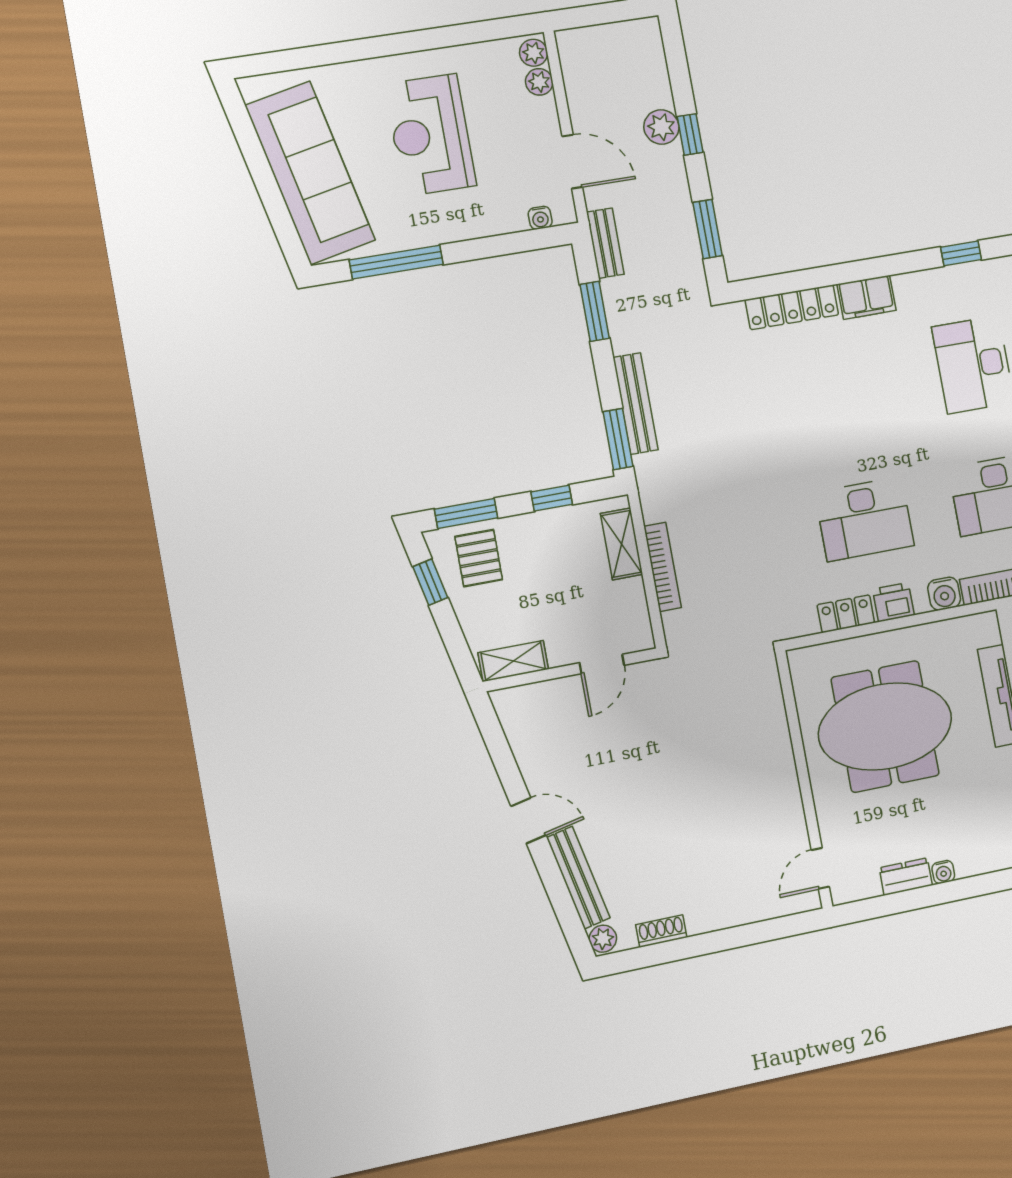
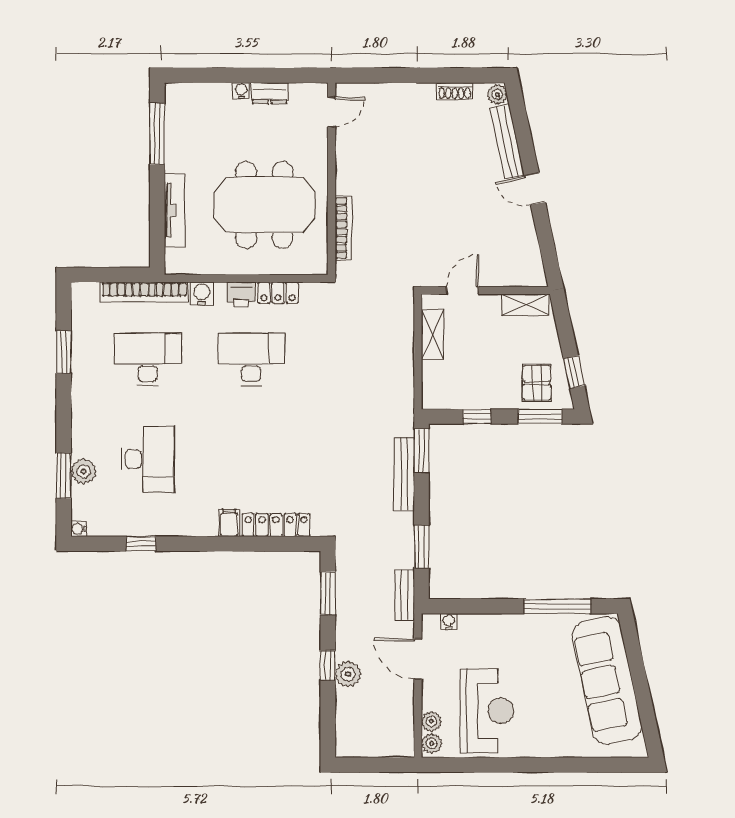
reception desk: (431, 135) -> (487, 711), moved
filing cabinet: (867, 297) -> (229, 523), width x0.50
shelving: (622, 544) -> (433, 335), moved
bookcase: (663, 567) -> (343, 228), moved, turned 180

